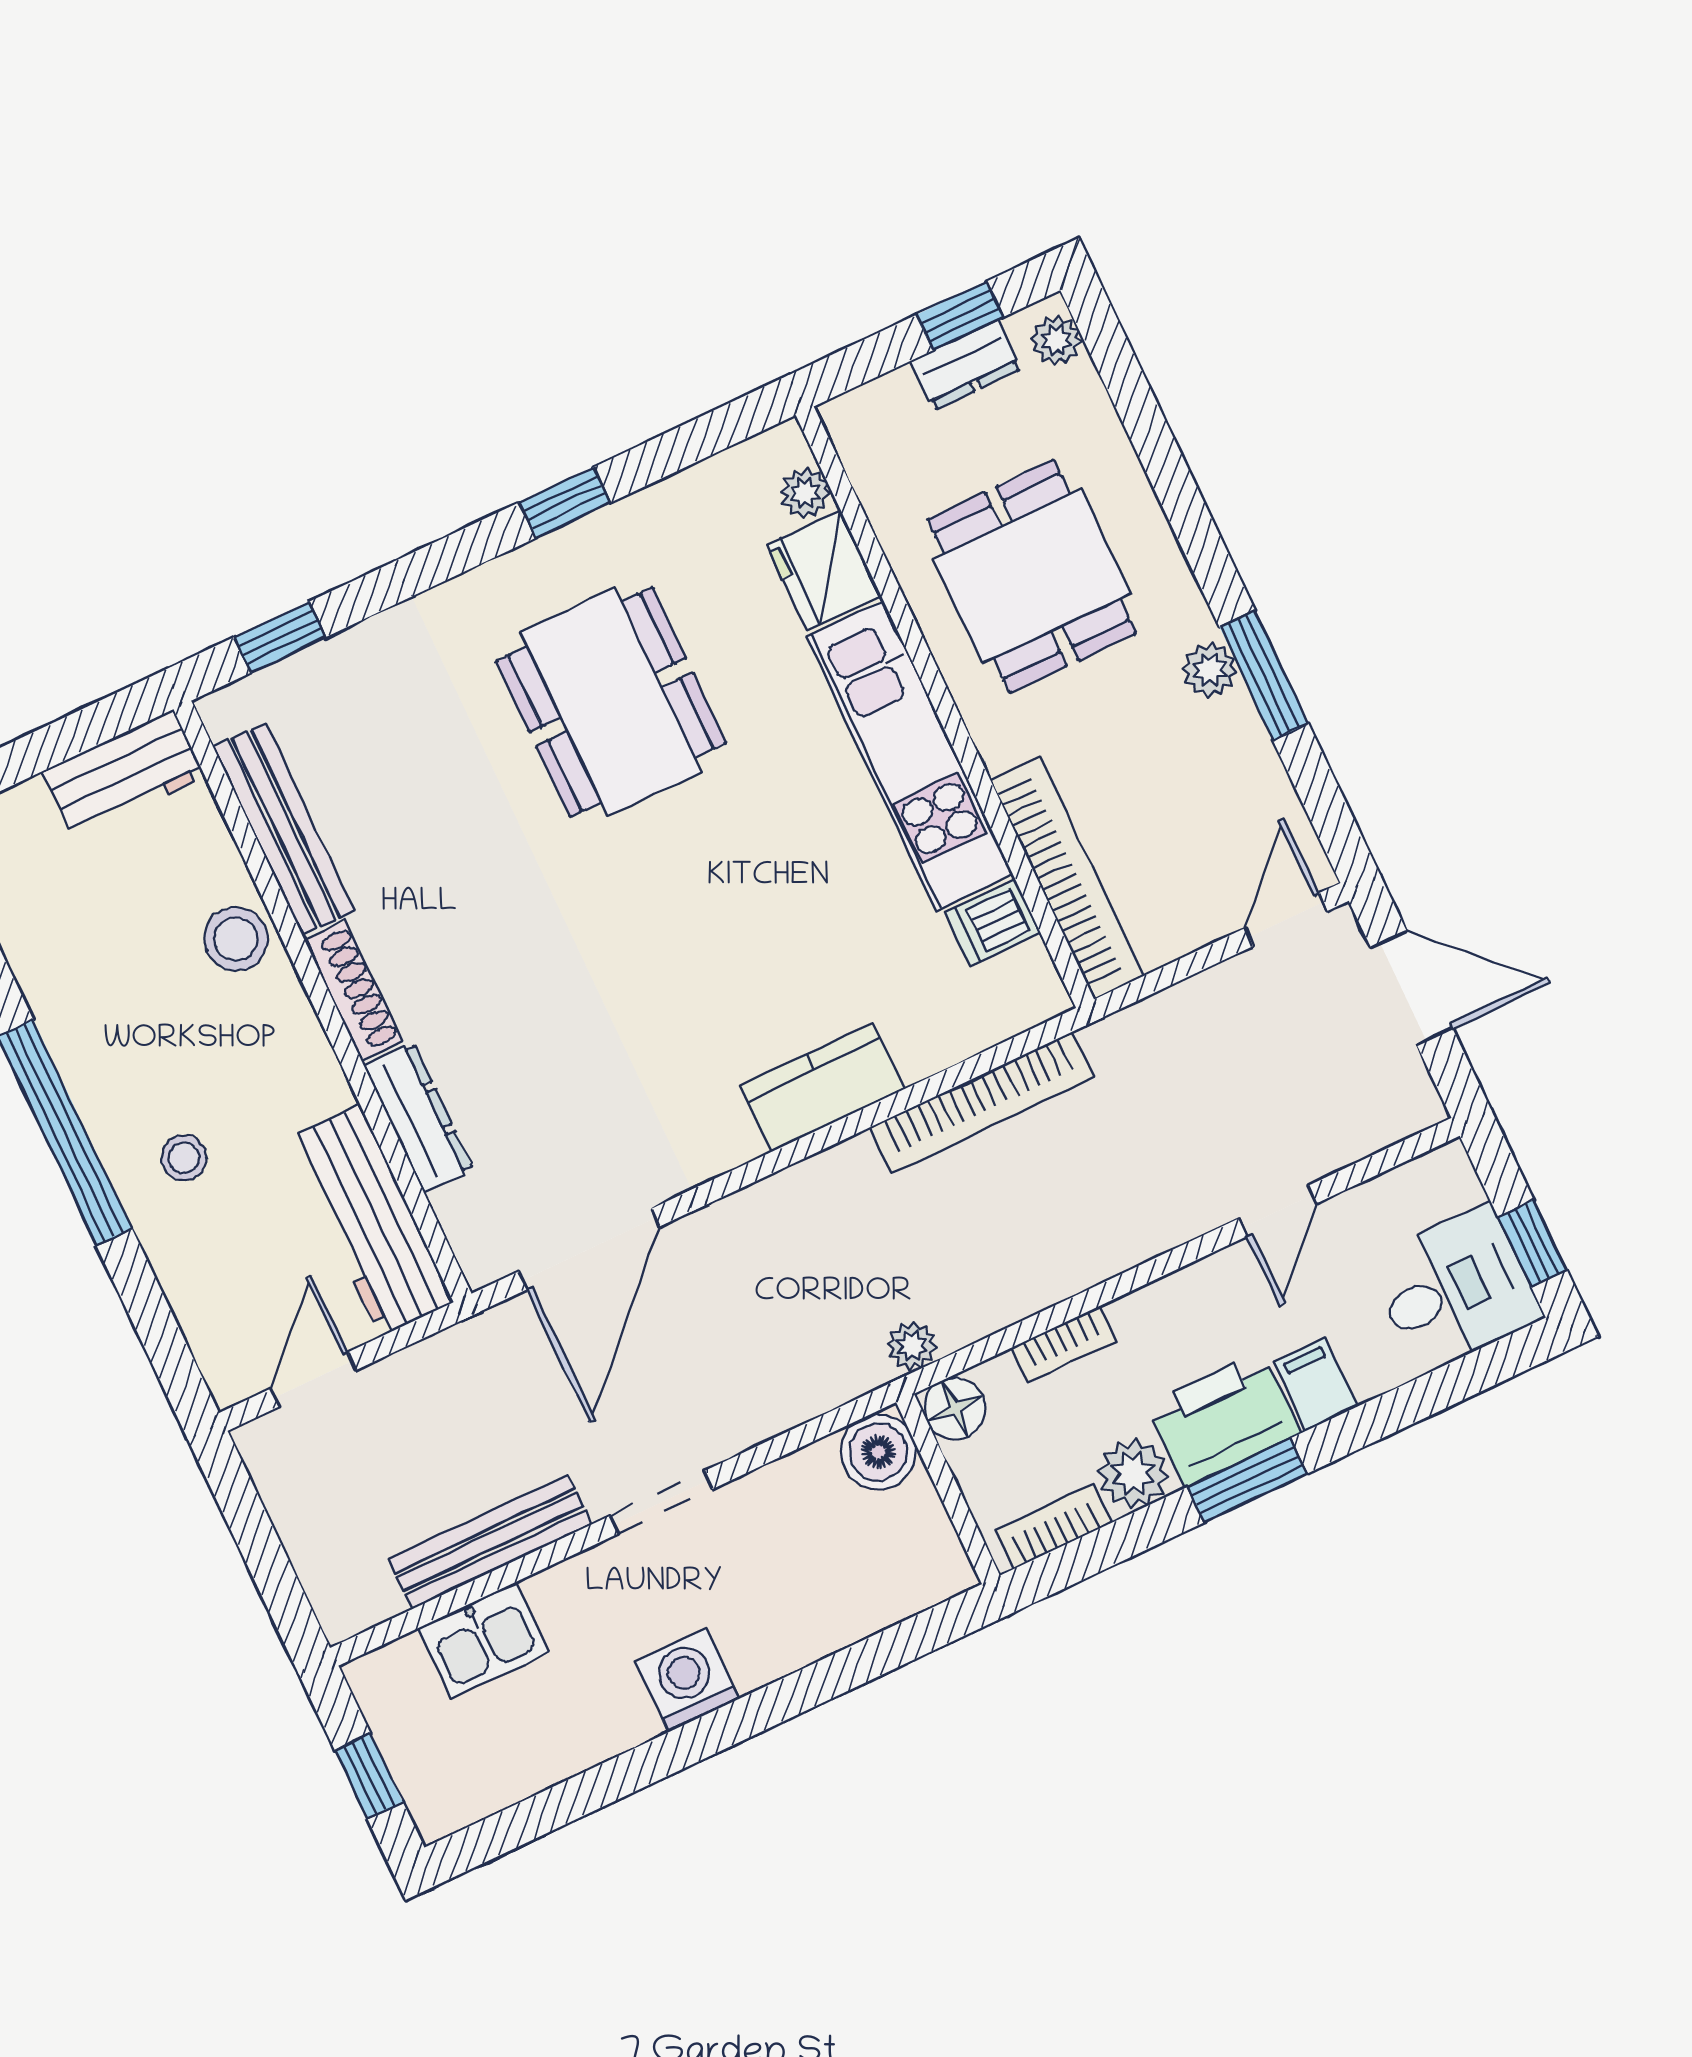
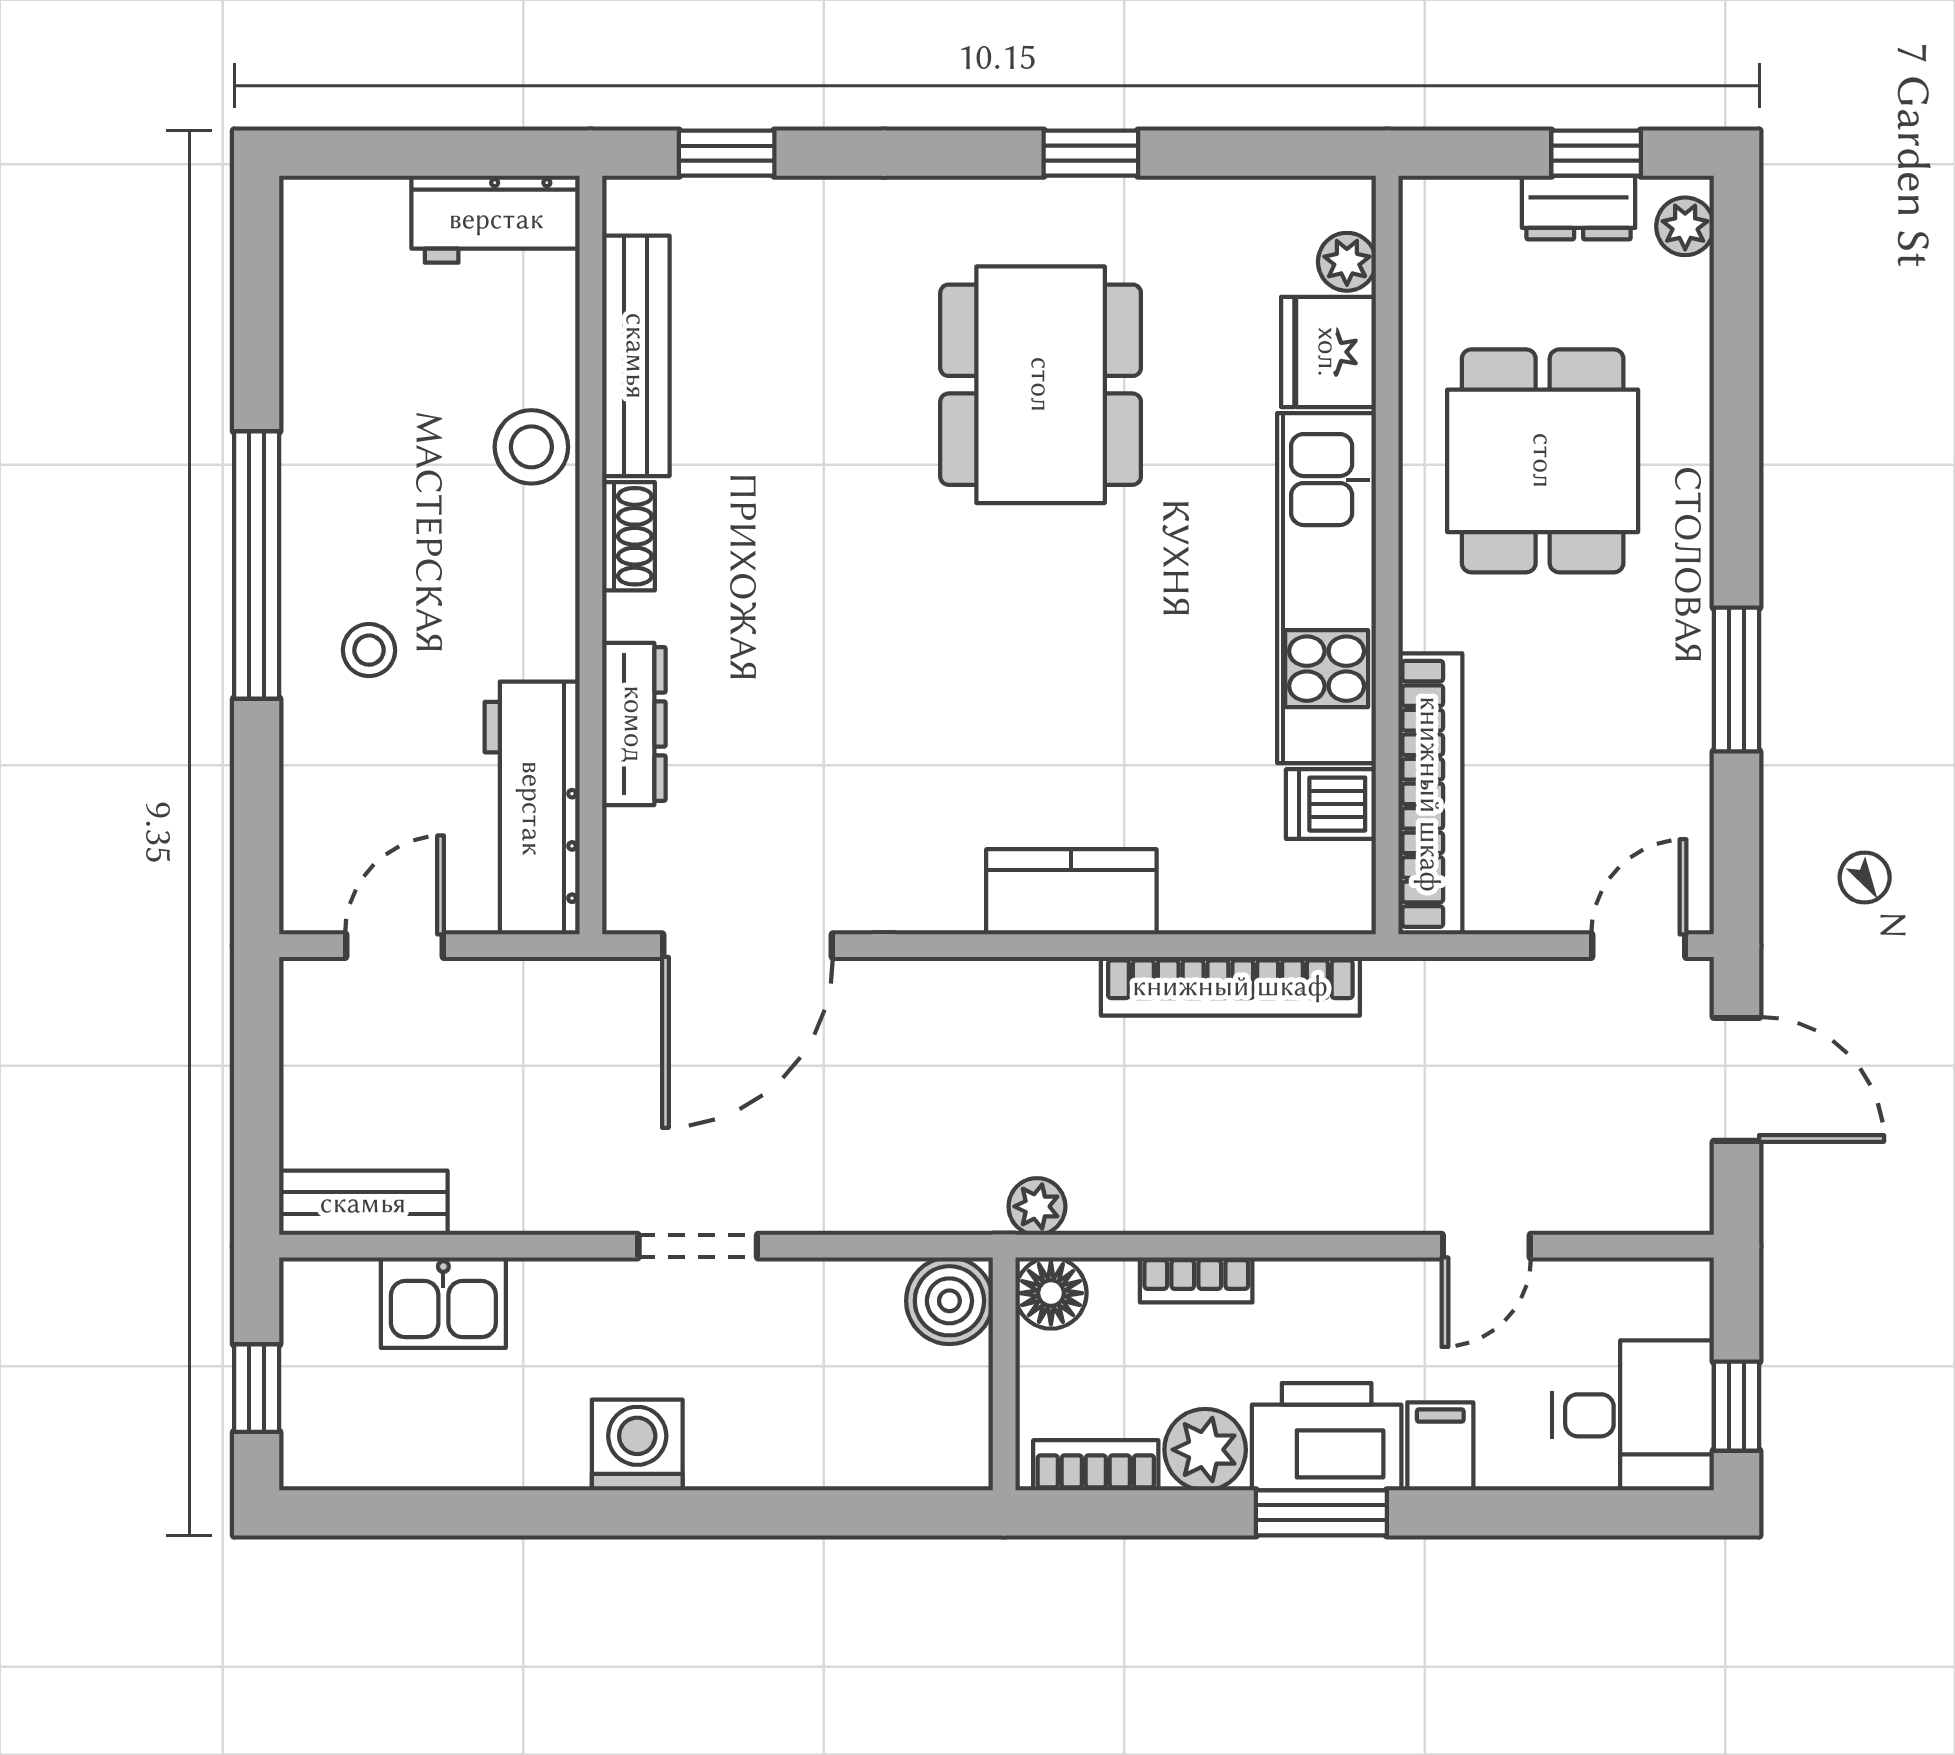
plant: (1210, 670) -> (1682, 647), removed
shoe rack: (353, 991) -> (628, 536), width x0.70
bench: (490, 1542) -> (363, 1203), moved, width x0.73

